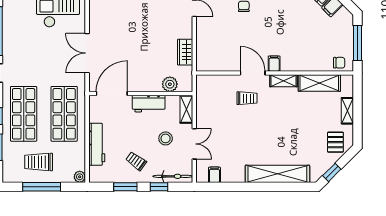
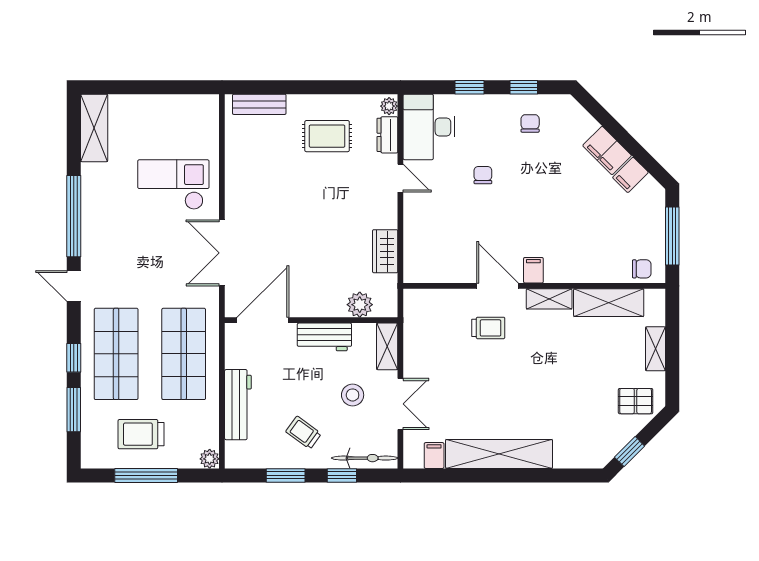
pallet: (335, 142) -> (636, 401), turned 90
shelving: (277, 174) -> (499, 454), moved

